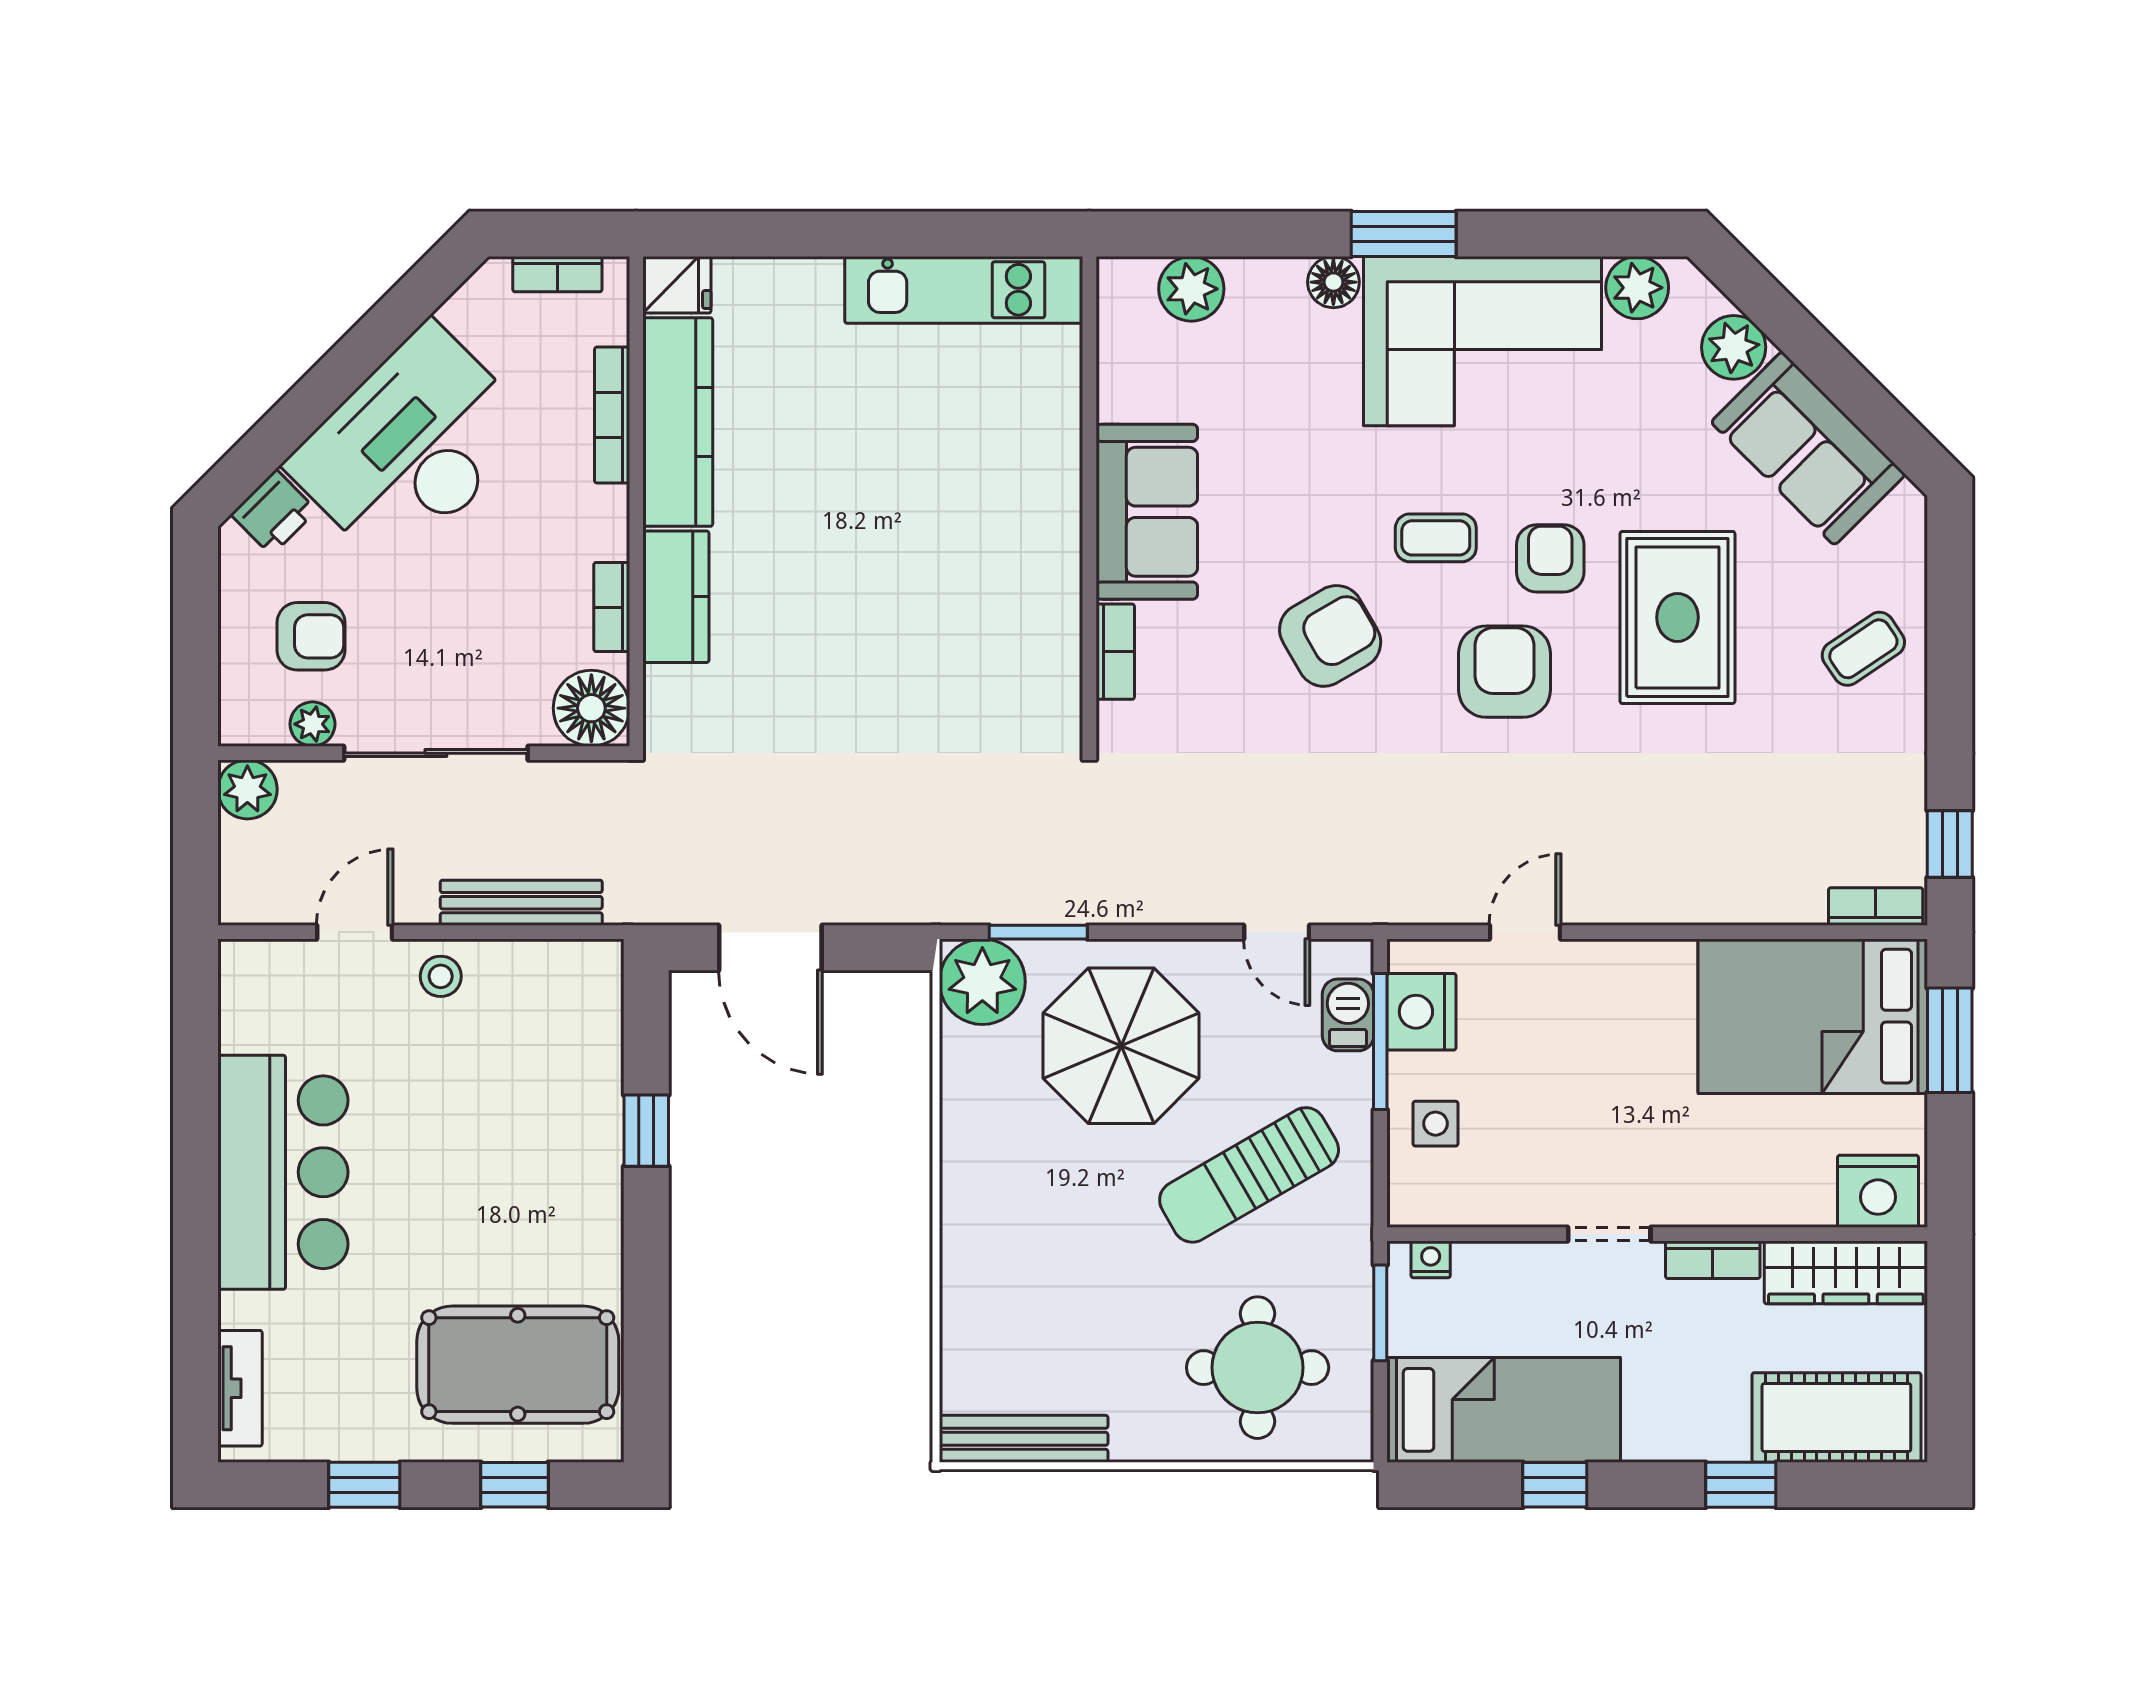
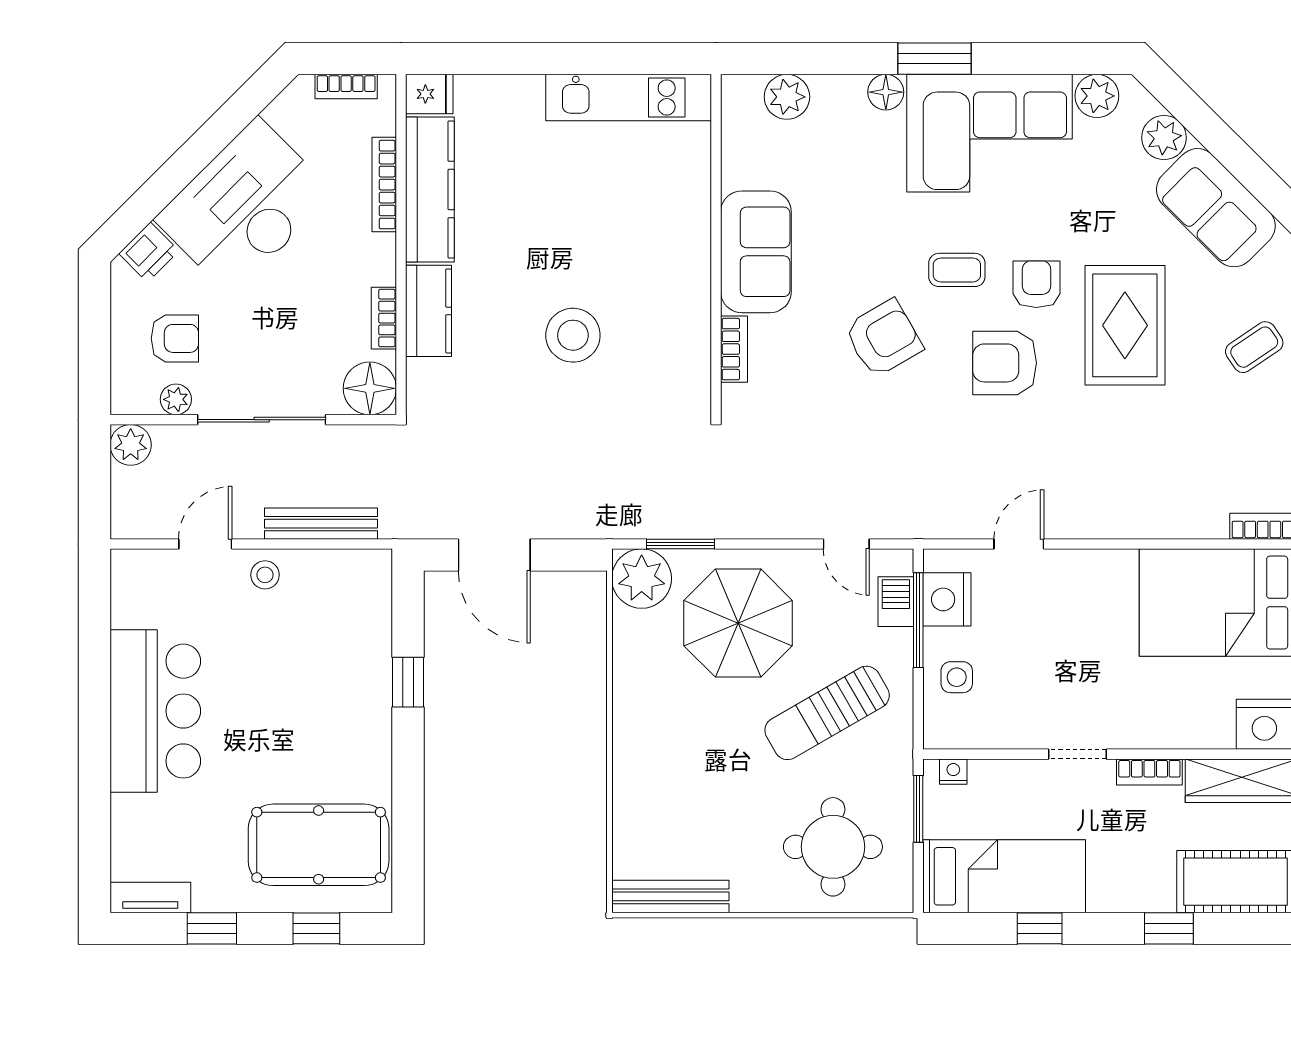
stool: (884, 632) -> (573, 335), added
armchair: (1504, 672) -> (1005, 363), turned -90
tv unit: (240, 1388) -> (150, 897), moved, turned -90

